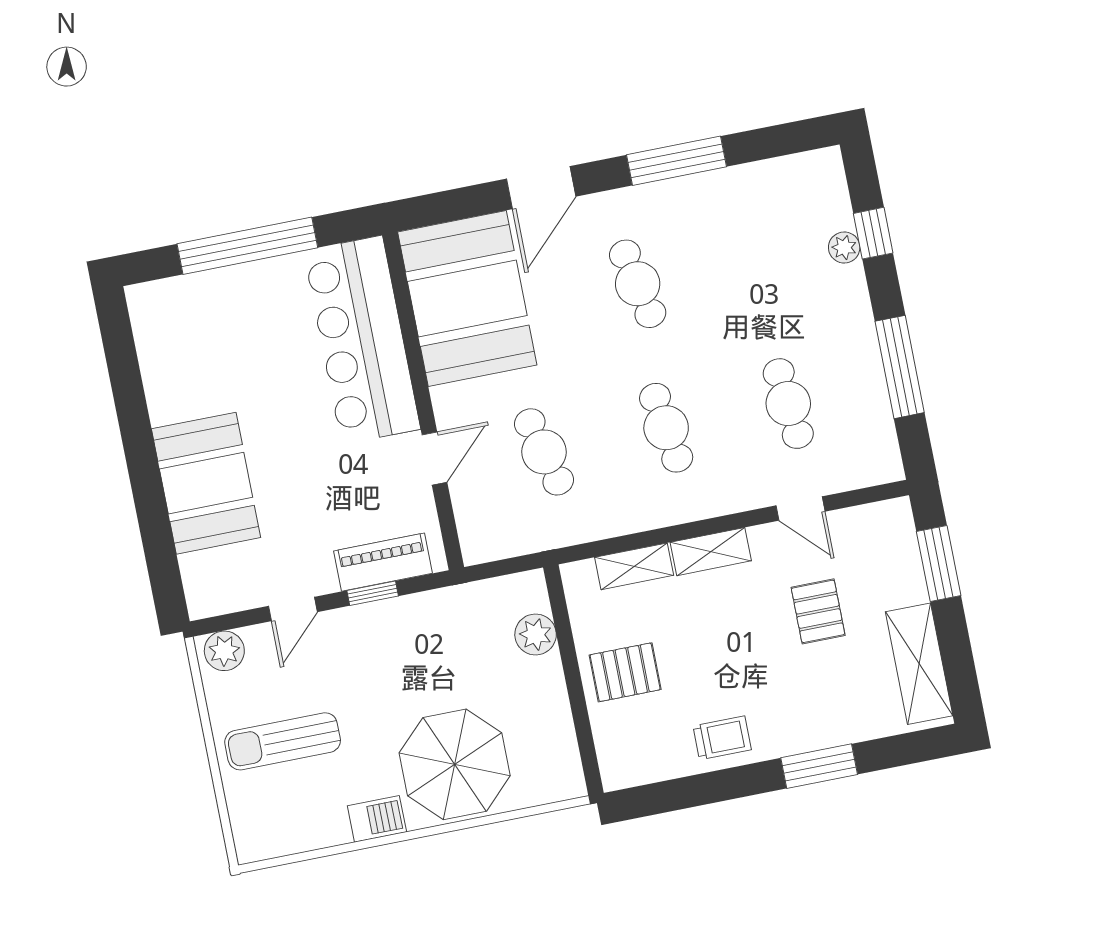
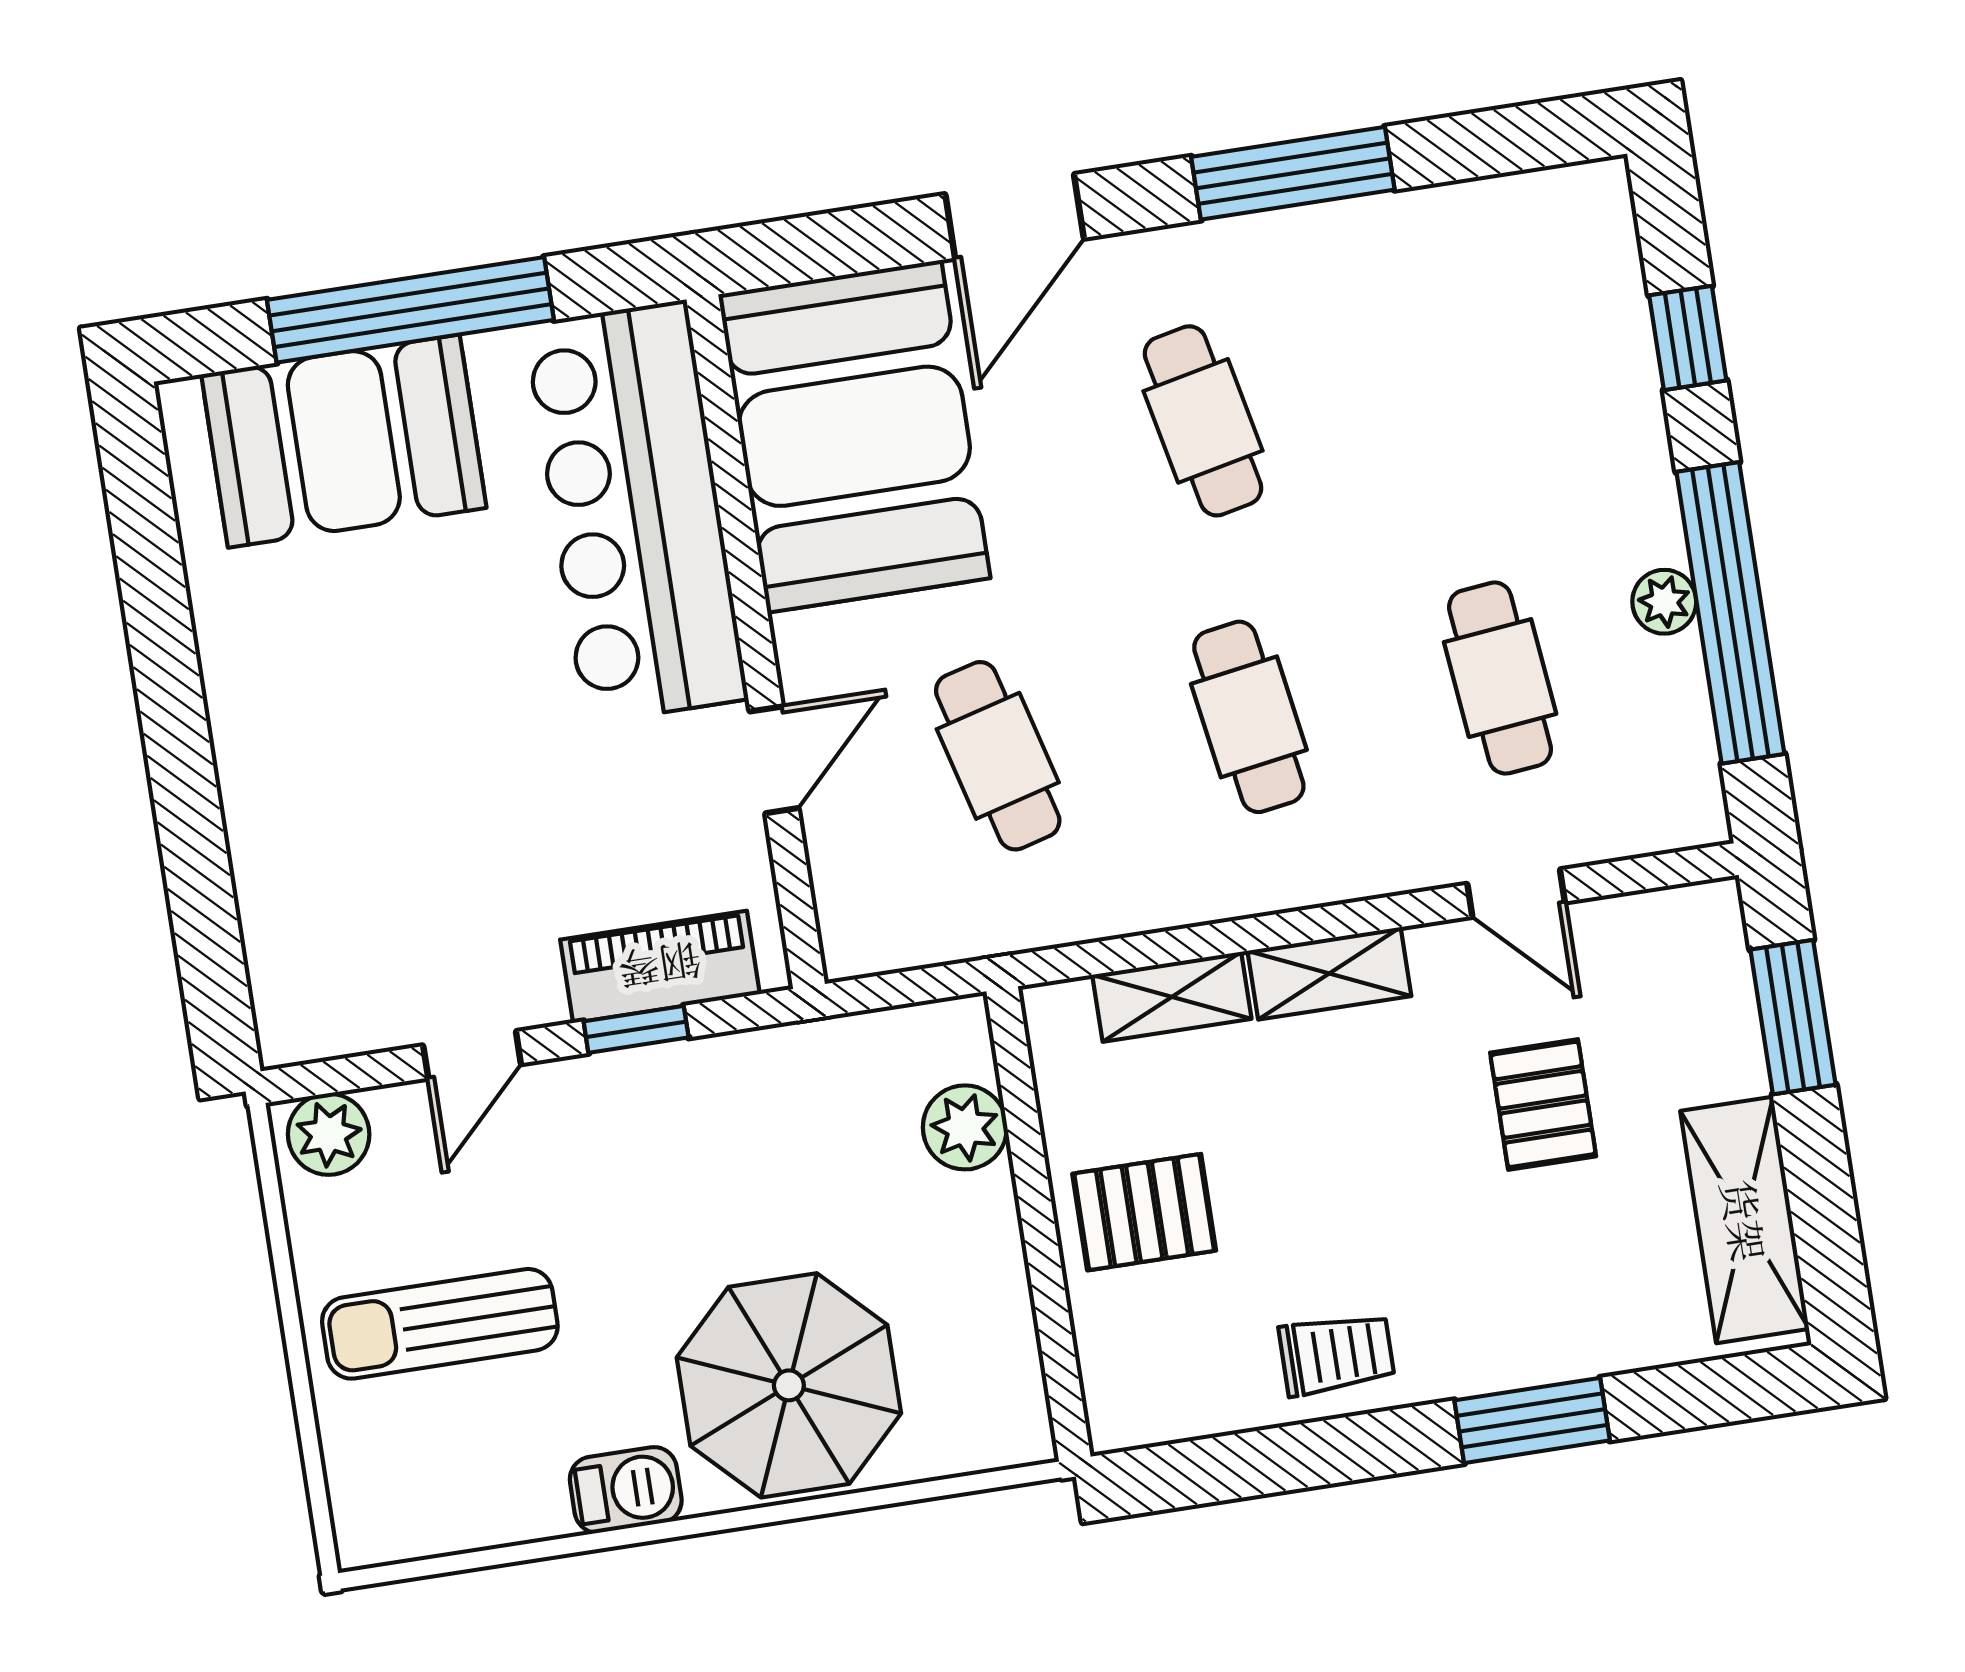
plant: (844, 247) -> (1664, 602), moved
window: (900, 367) -> (1730, 613), width x1.46
booth: (206, 483) -> (344, 441), moved, turned 90

